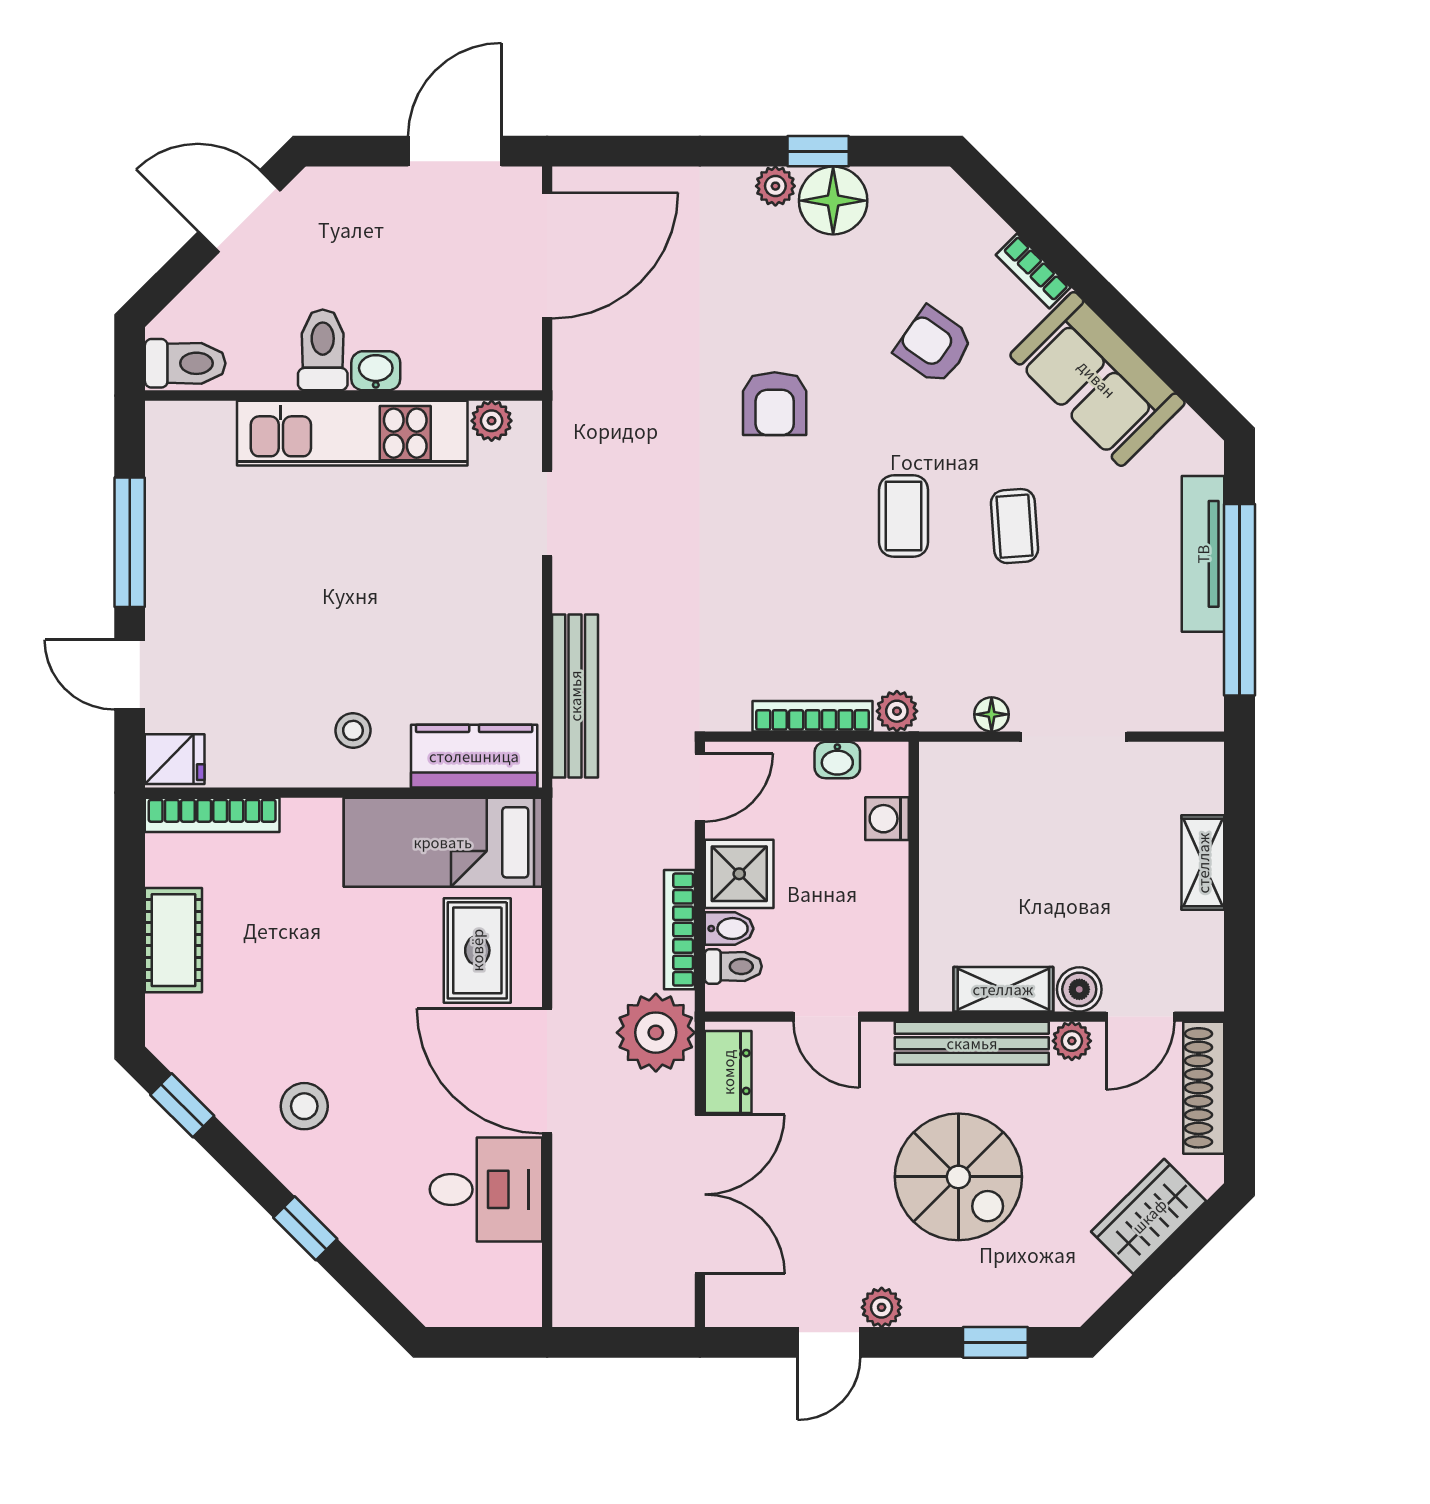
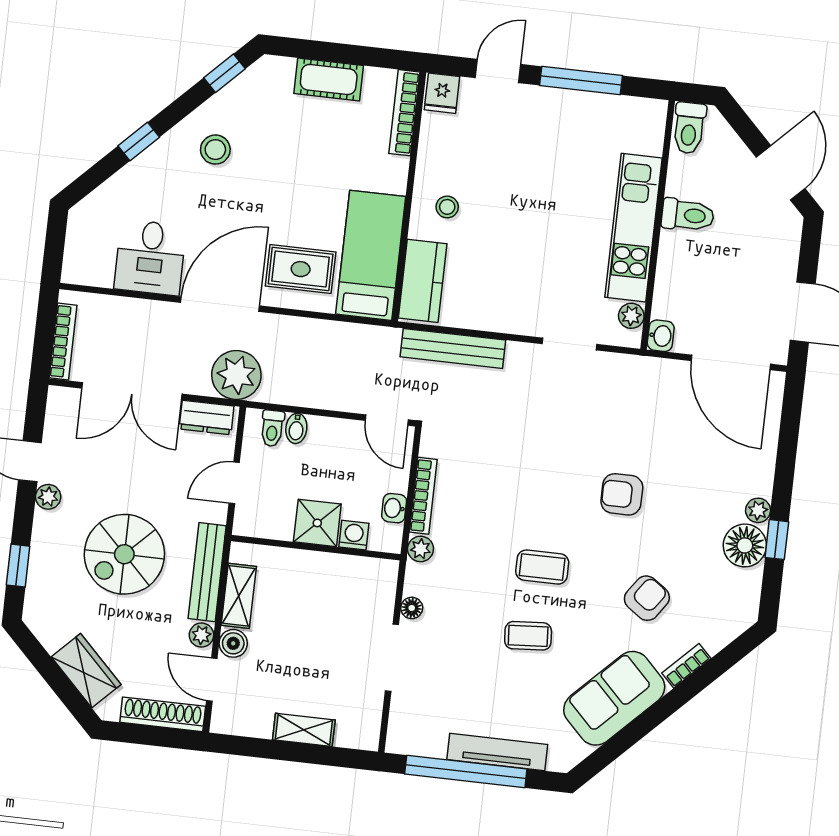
washbasin: (376, 371) -> (661, 336), moved
shower: (739, 874) -> (317, 523), moved
bookcase: (679, 930) -> (63, 342), moved, turned 90

